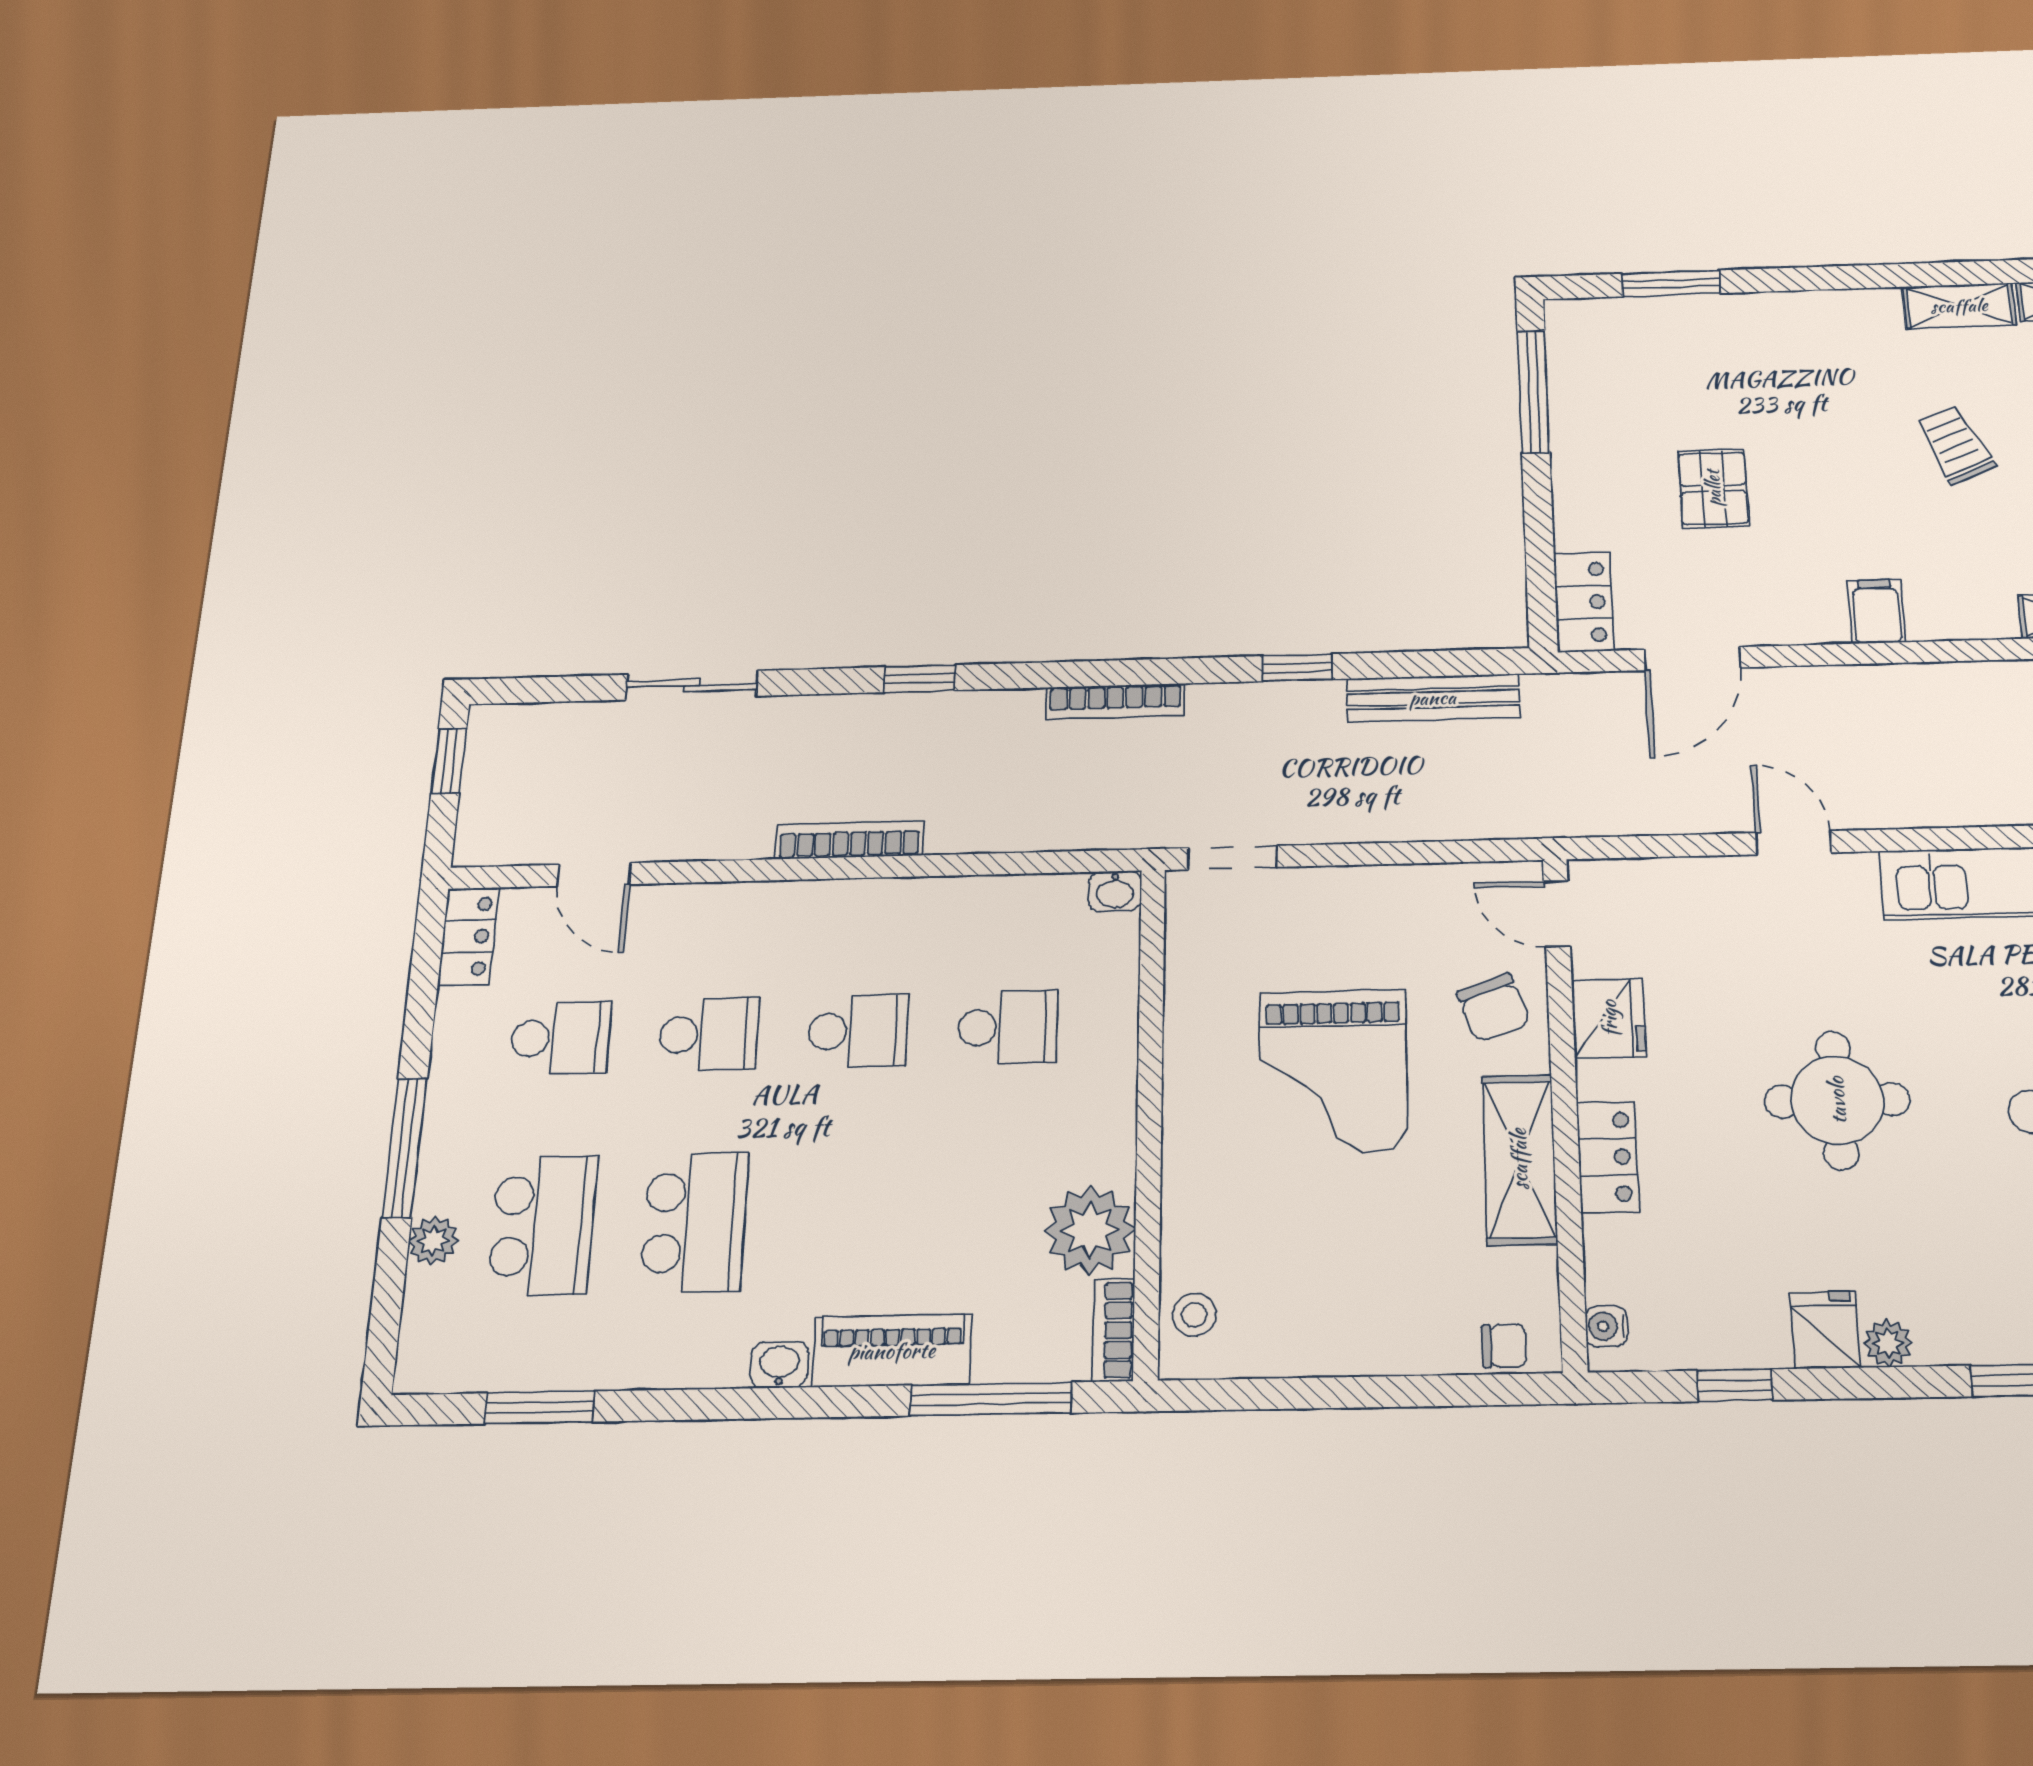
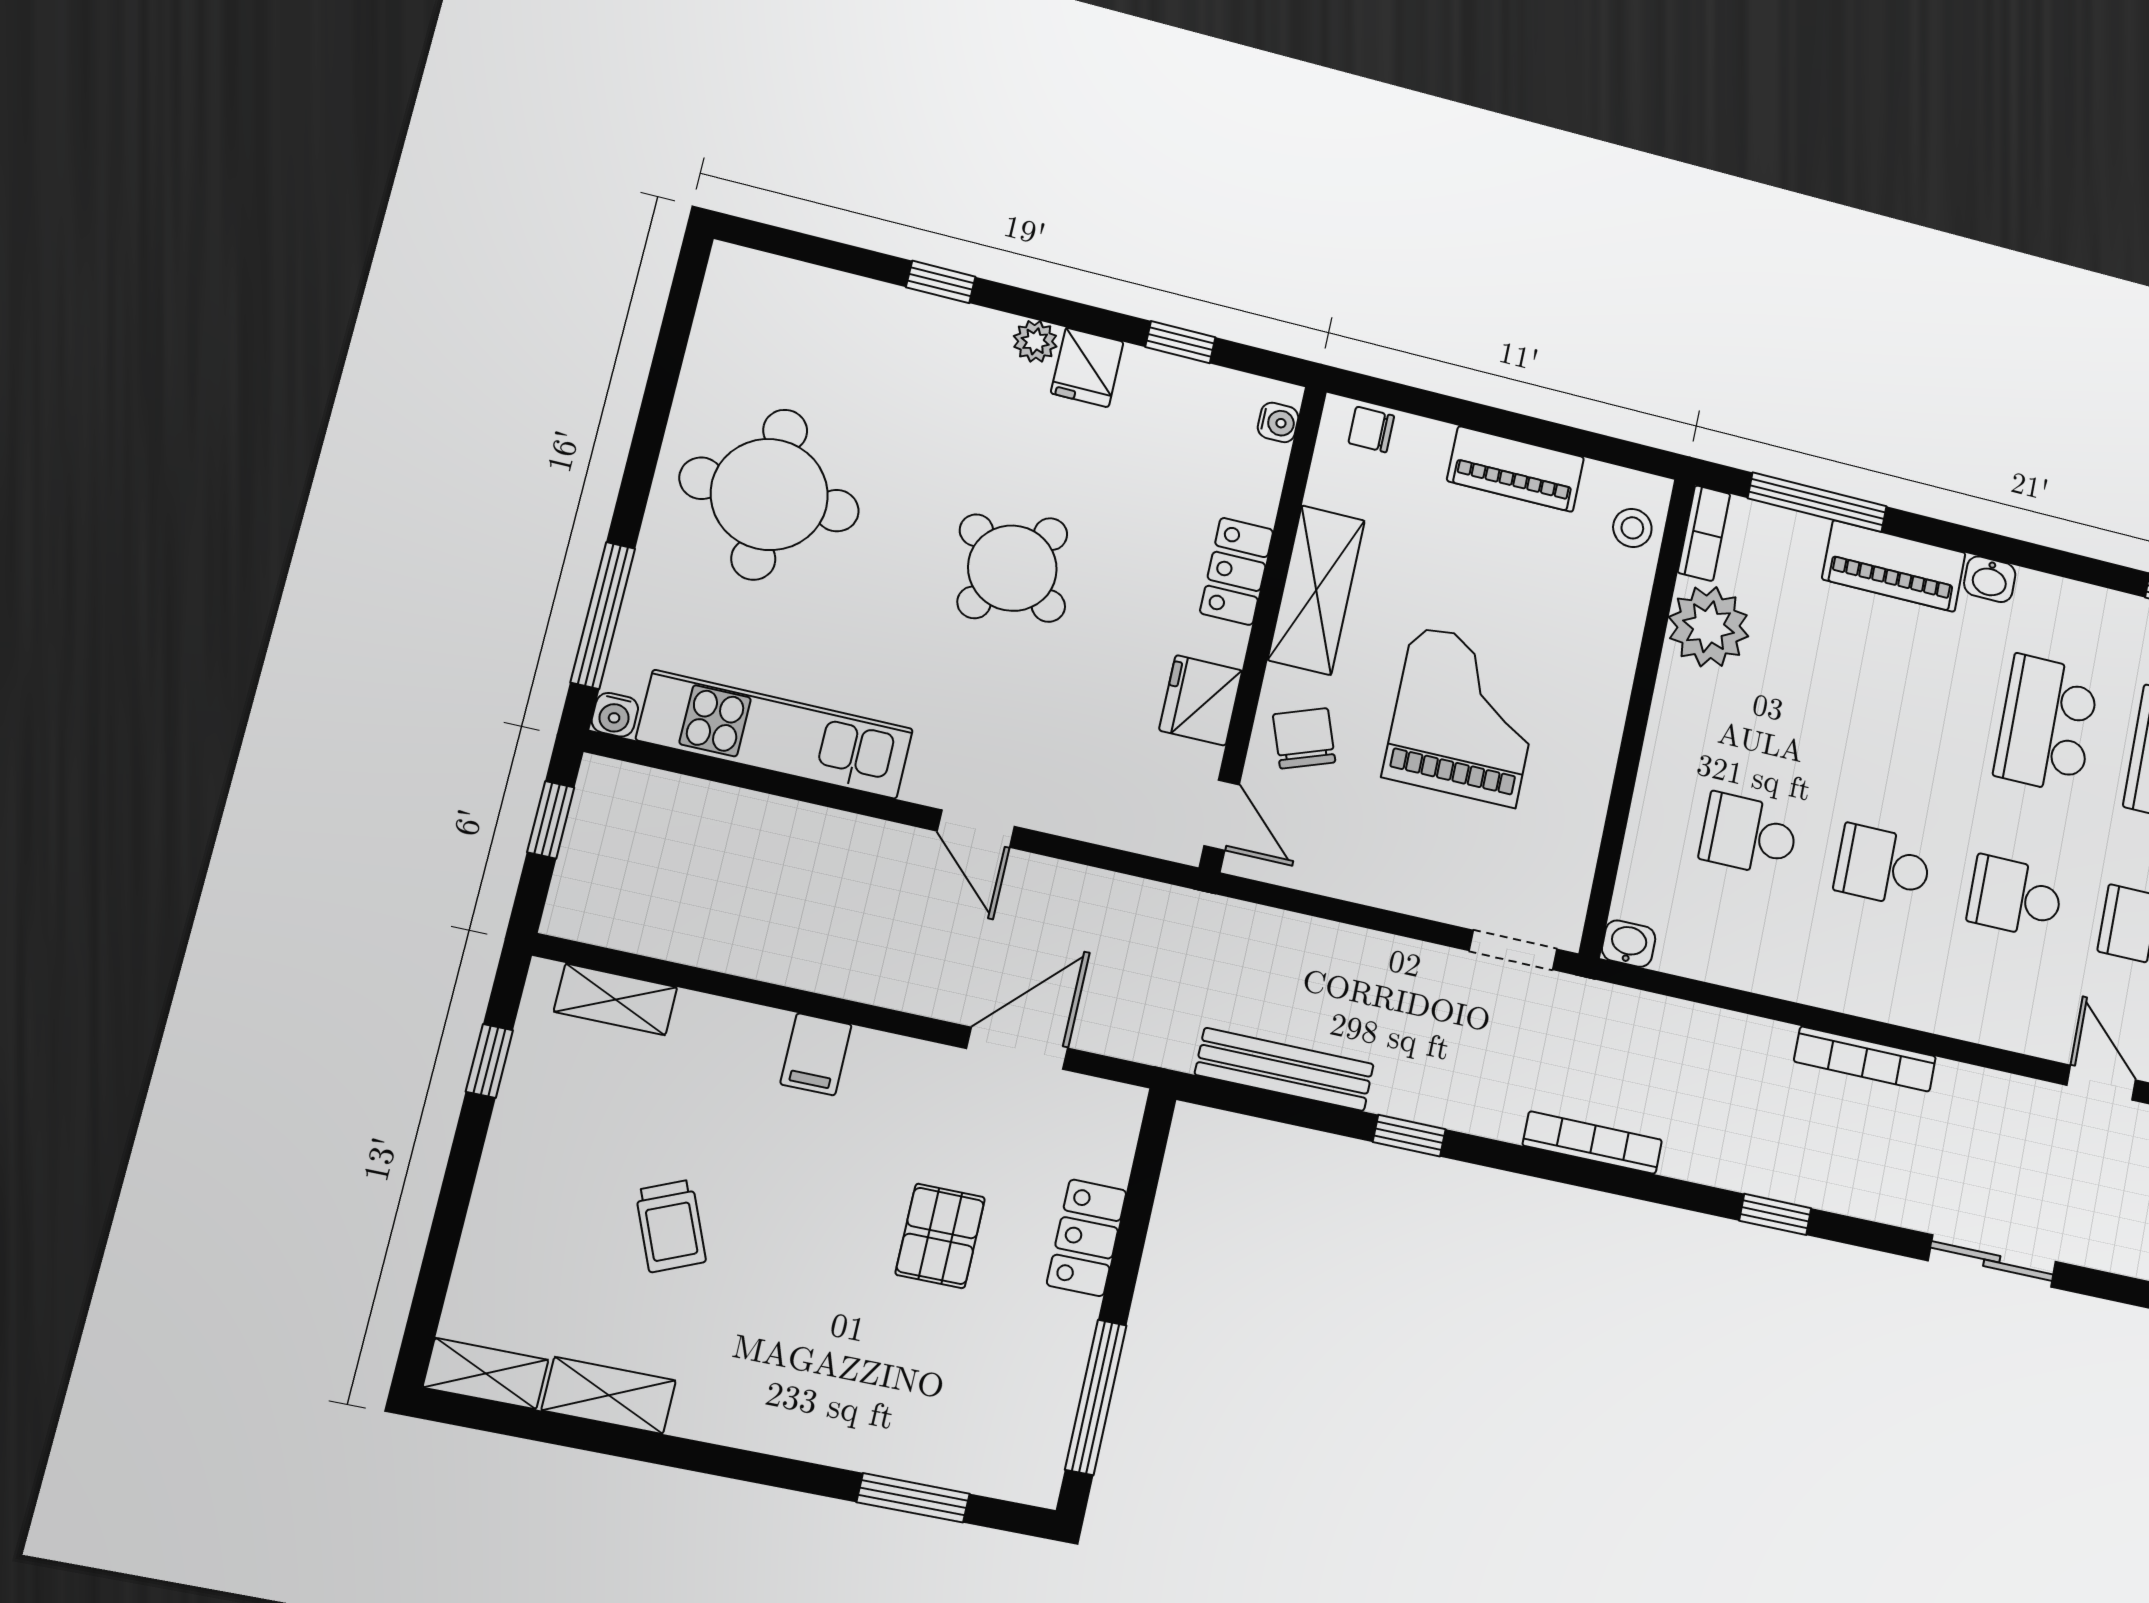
locker: (1583, 602) -> (1087, 1238), moved
round table: (1837, 1100) -> (1012, 568), turned 34
piano: (1337, 1345) -> (1516, 469), added

